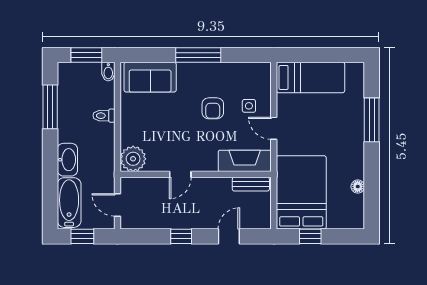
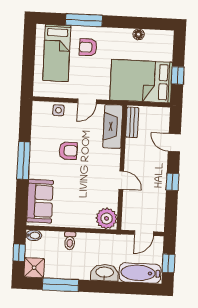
window: (86, 55) -> (19, 253), width x0.67
shower: (69, 74) -> (34, 268), added
bed: (310, 77) -> (57, 53), moved, turned 180
side table: (249, 106) -> (58, 110), moved
armchair: (339, 126) -> (88, 47), added

